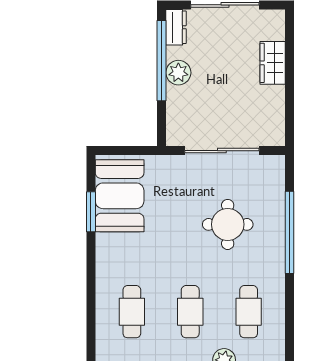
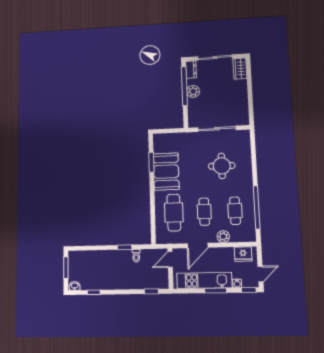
wardrobe: (273, 63) -> (240, 69), moved
booth: (120, 196) -> (166, 172), moved
window: (289, 232) -> (257, 207), moved
cafe table: (132, 312) -> (174, 213), width x1.37, depth x1.35

